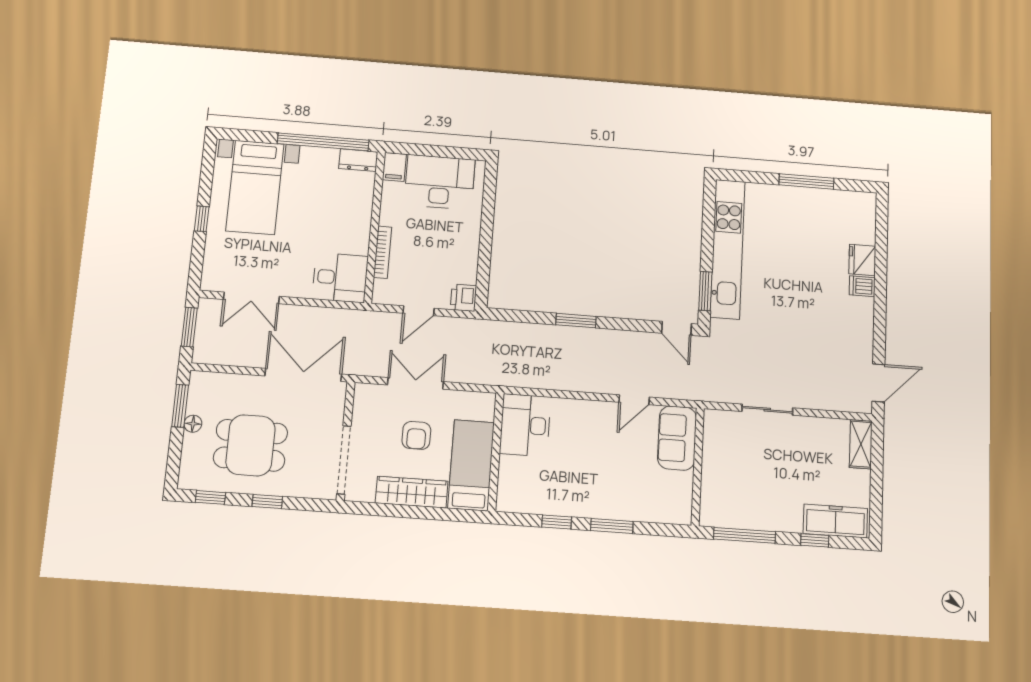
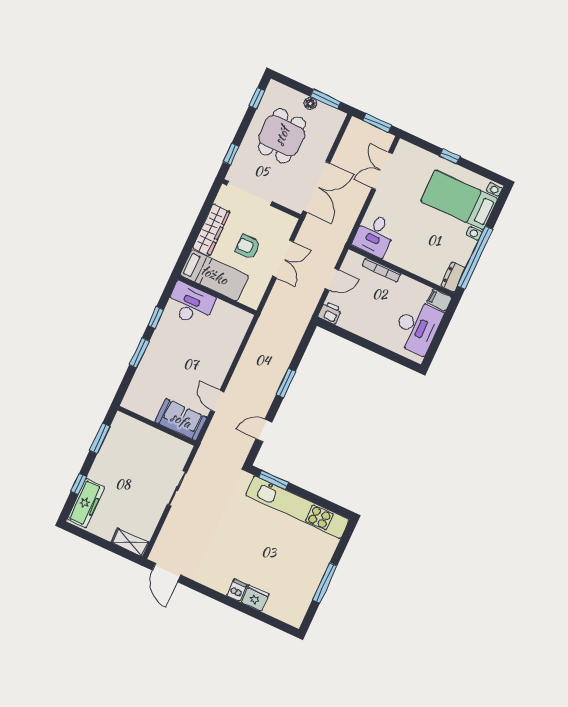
door: (419, 311) -> (332, 279), swing flipped
door: (676, 328) -> (264, 430), moved
desk: (525, 425) -> (190, 304), moved
window: (267, 501) -> (231, 154), moved
window: (745, 535) -> (100, 439), width x0.69

